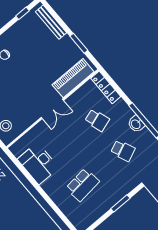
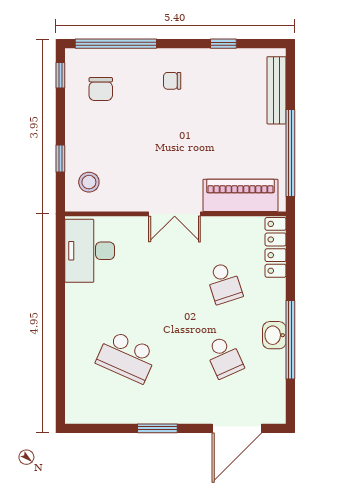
window: (22, 13) -> (223, 44), moved
window: (79, 43) -> (290, 153), width x2.11
desk: (38, 163) -> (90, 251), moved
school desk: (83, 185) -> (127, 357), turned 30

